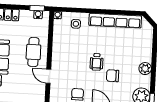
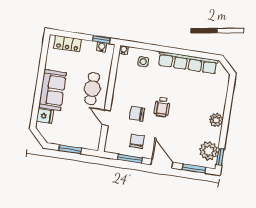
chair: (113, 76) -> (137, 114), moved

